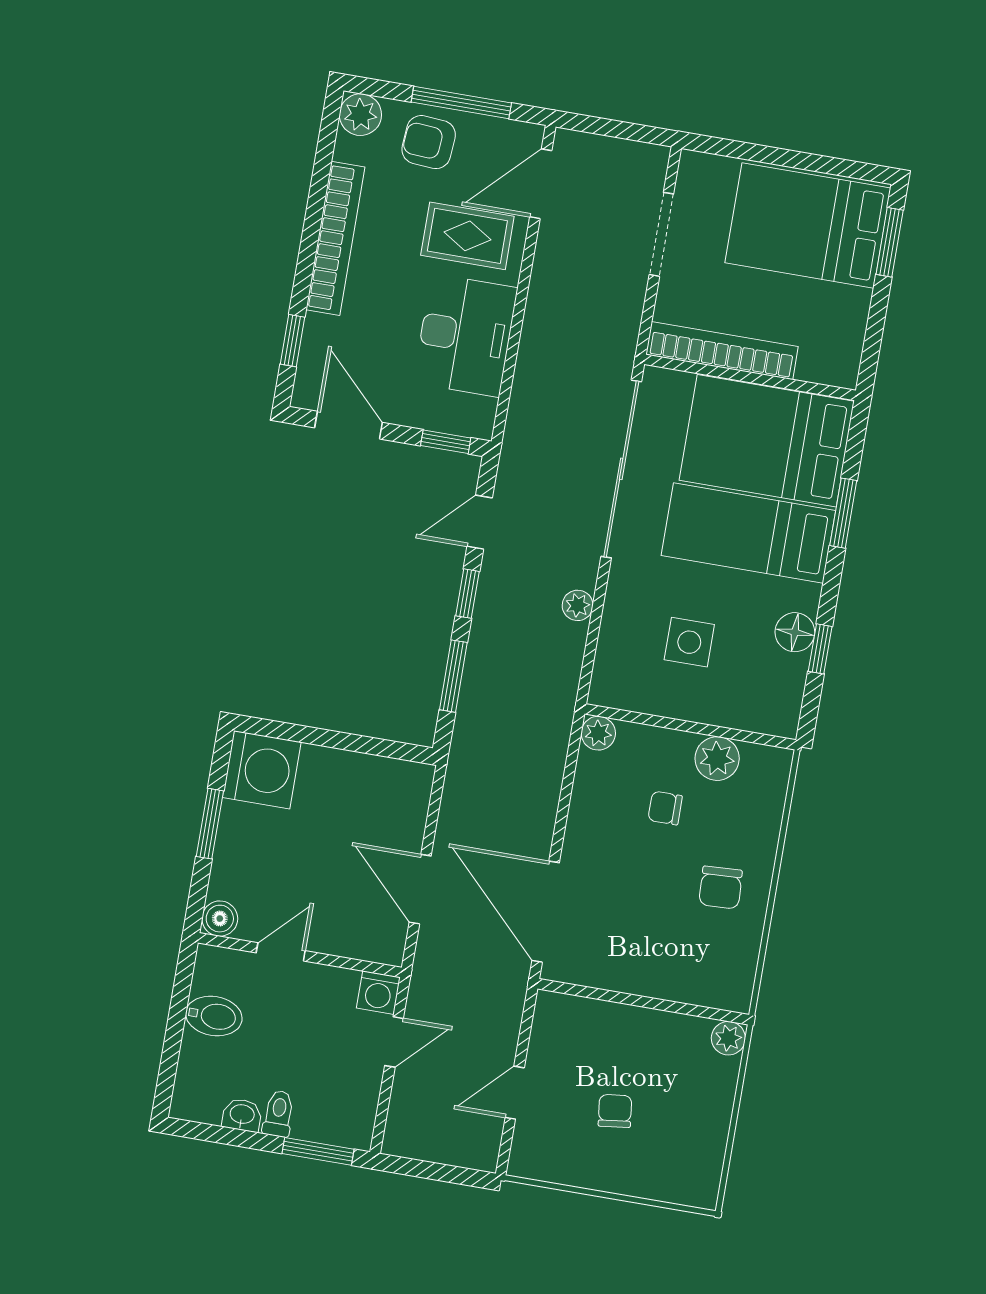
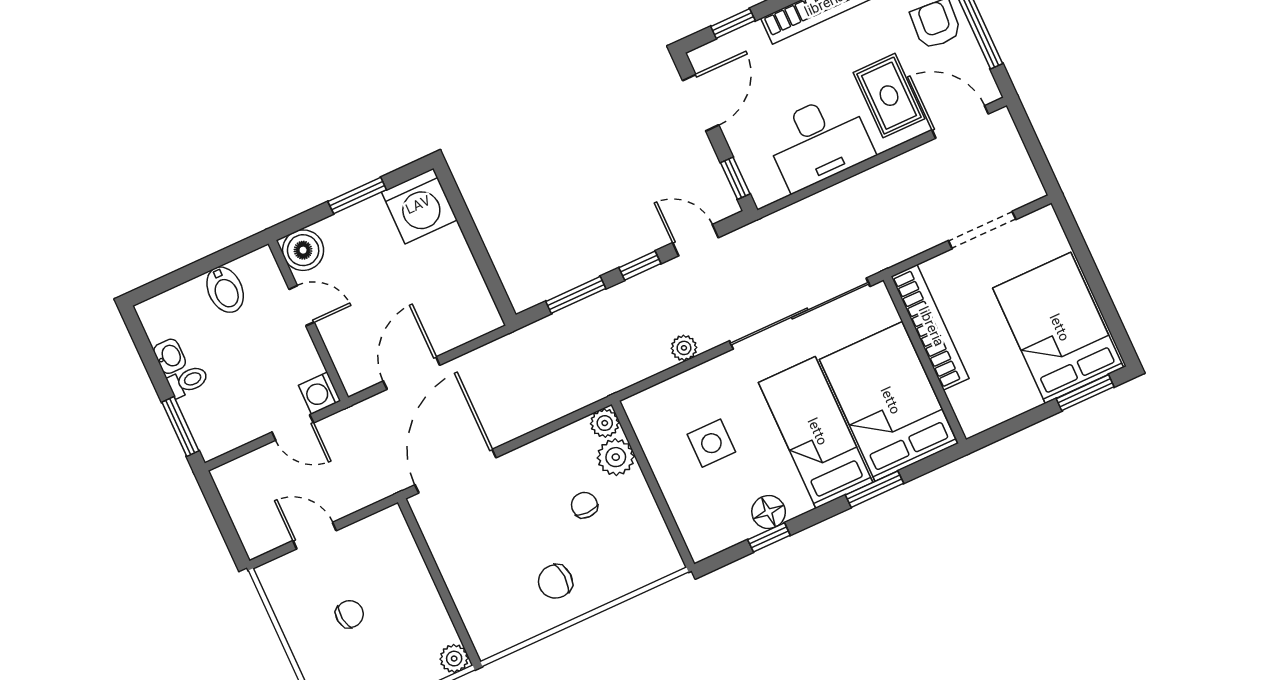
plant: (717, 759) -> (616, 457), moved
boiler: (220, 919) -> (303, 250), width x1.36, depth x1.36

